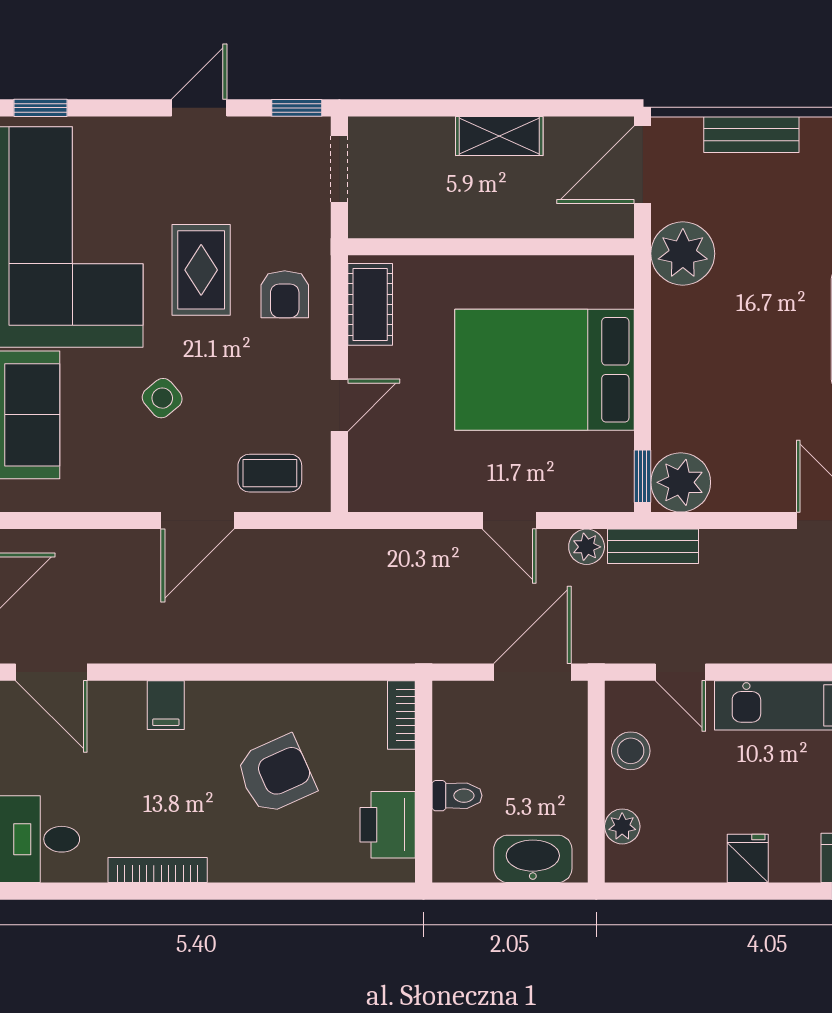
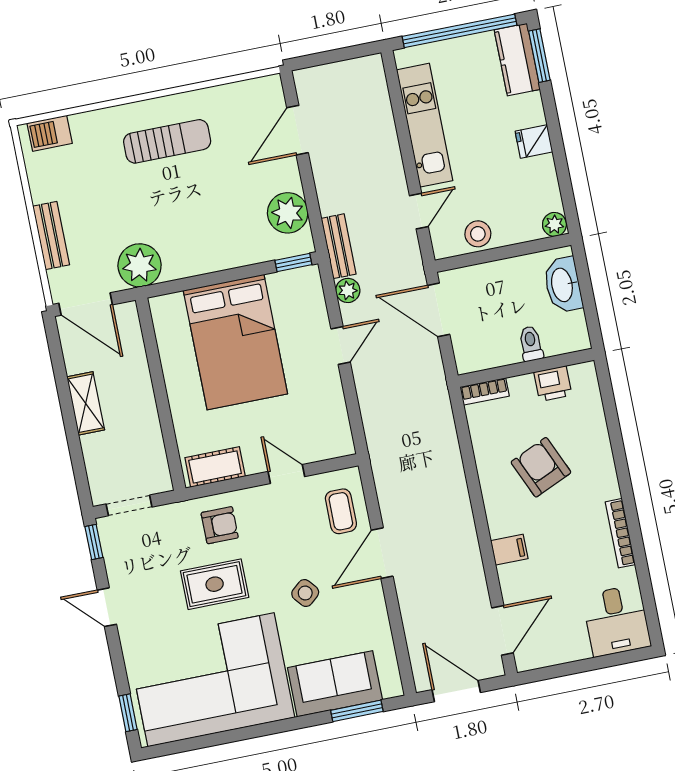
plant: (681, 482) -> (288, 213), moved
door: (198, 521) -> (382, 553), swing flipped
printer: (388, 825) -> (553, 384), width x0.73, depth x0.81
plant: (622, 826) -> (554, 224), moved

